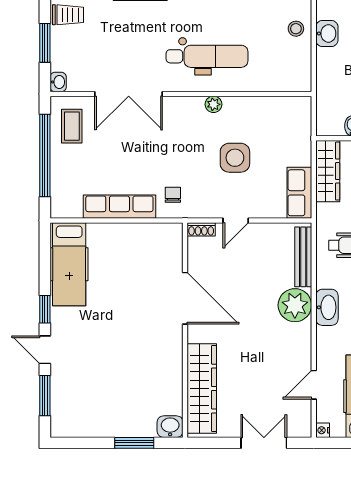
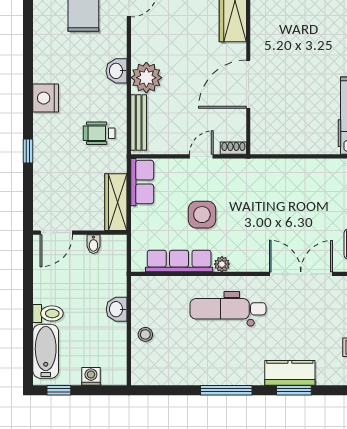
washbasin: (327, 33) -> (117, 309), moved
chair: (173, 195) -> (260, 180), removed
row of seats: (119, 207) -> (179, 261), moved, turned 180
door: (185, 298) -> (248, 84), hinge flipped
washbasin: (327, 307) -> (117, 71), width x0.72

